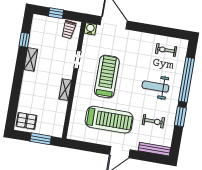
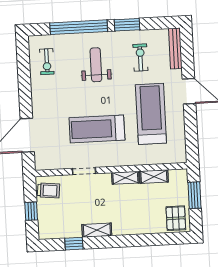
water cooler: (90, 29) -> (41, 163), removed
weight bench: (155, 87) -> (96, 65), turned 180
shelving: (61, 111) -> (154, 177), added

